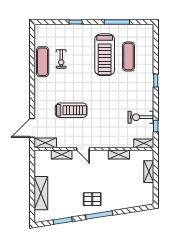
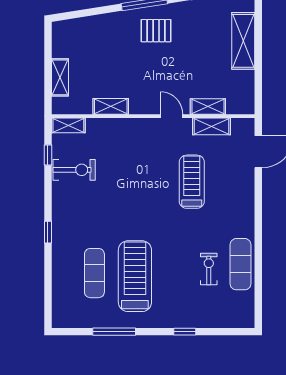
treadmill: (71, 110) -> (192, 182), turned 90
shelving: (45, 143) -> (212, 126), moved

